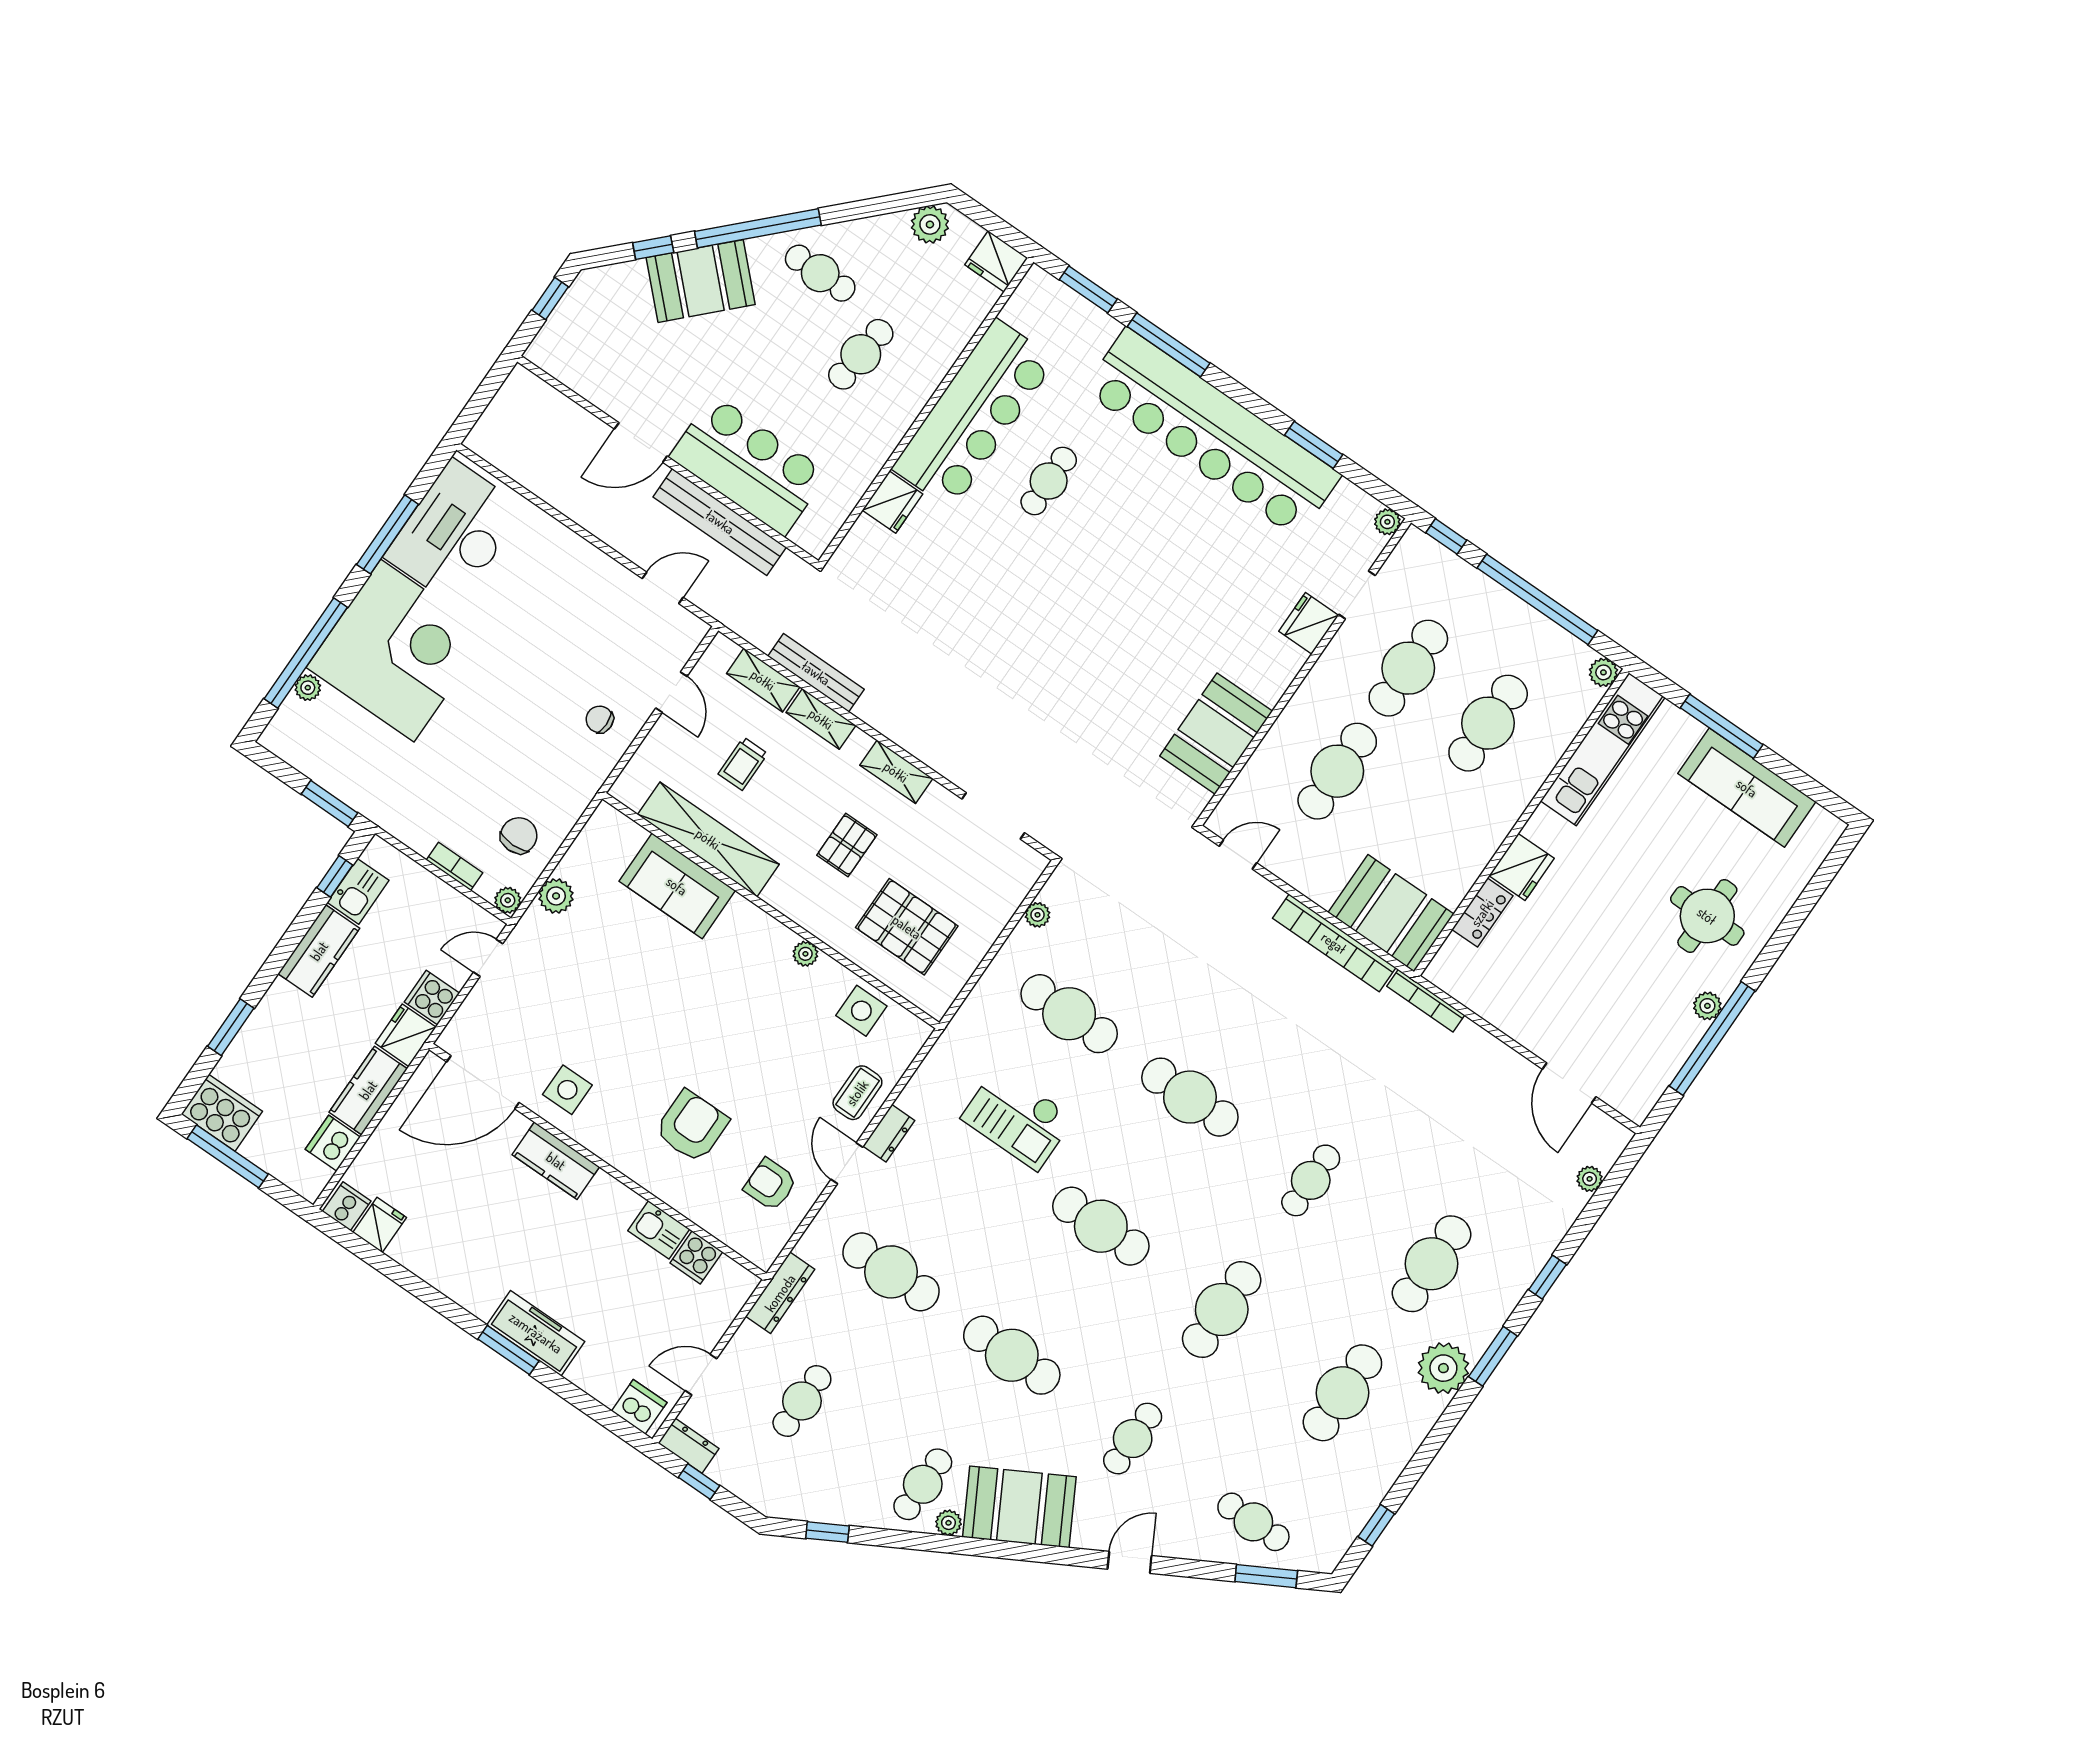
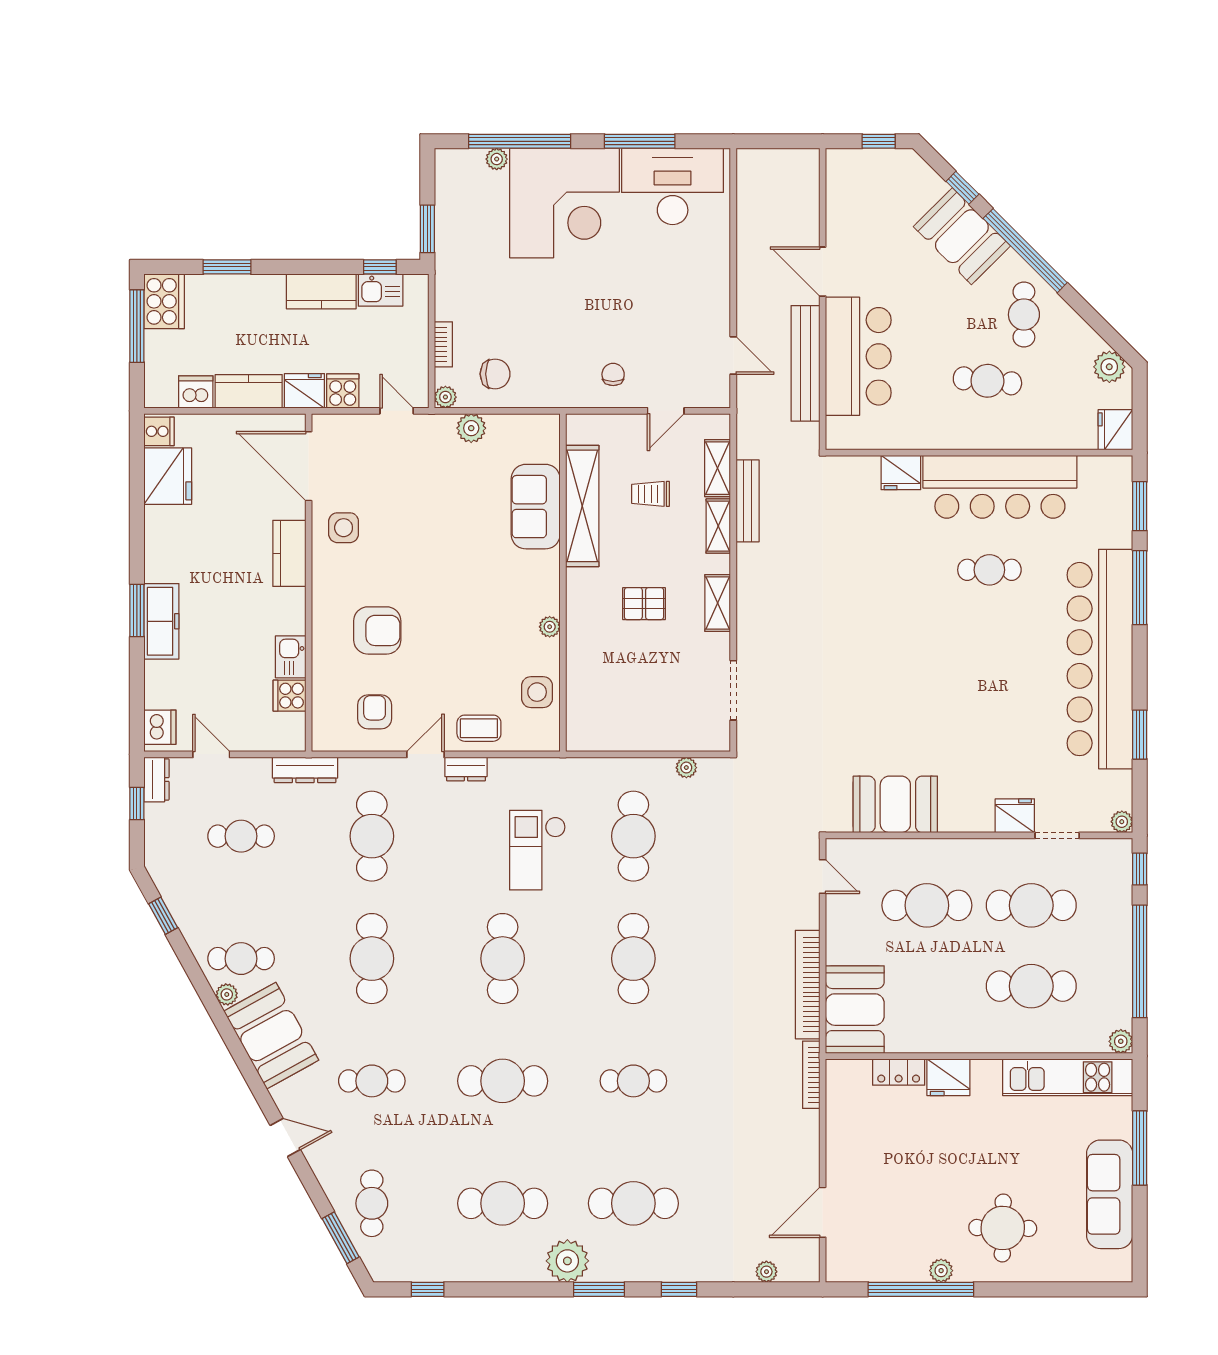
pallet: (907, 927) -> (616, 684), removed
fridge: (380, 1225) -> (168, 476), width x1.88, depth x1.34

